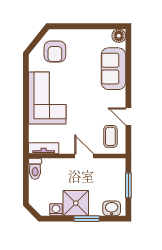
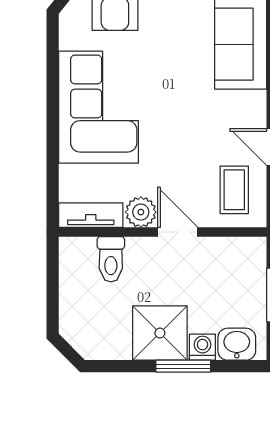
plant: (67, 147) -> (141, 212), added
toilet: (35, 169) -> (111, 259), moved
washing machine: (56, 210) -> (202, 347), moved

